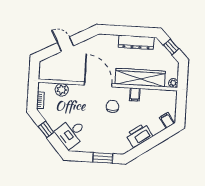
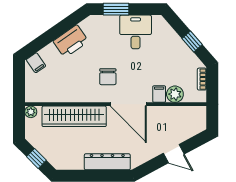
dresser: (136, 42) -> (107, 162), moved
filing cabinet: (135, 94) -> (159, 94), moved
desk: (71, 133) -> (136, 32), moved, turned -49

